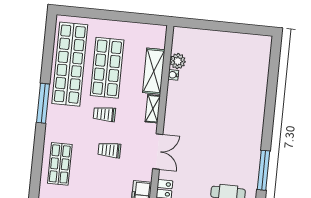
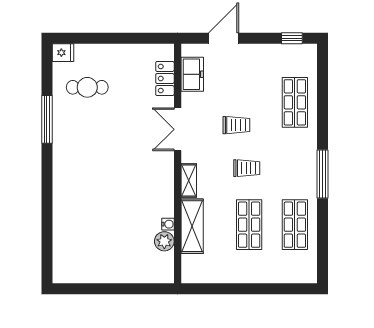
shop shelf: (70, 64) -> (295, 225), width x0.50, depth x0.74
shop shelf: (107, 68) -> (249, 225), width x0.70, depth x0.74

